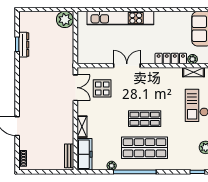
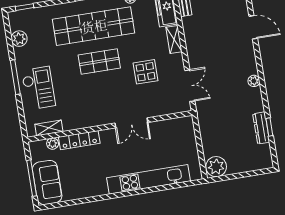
plant: (23, 83) -> (254, 81), added
double door: (75, 88) -> (190, 86), swing flipped
display table: (102, 88) -> (146, 72), moved
shop shelf: (145, 148) -> (94, 26), width x1.40

